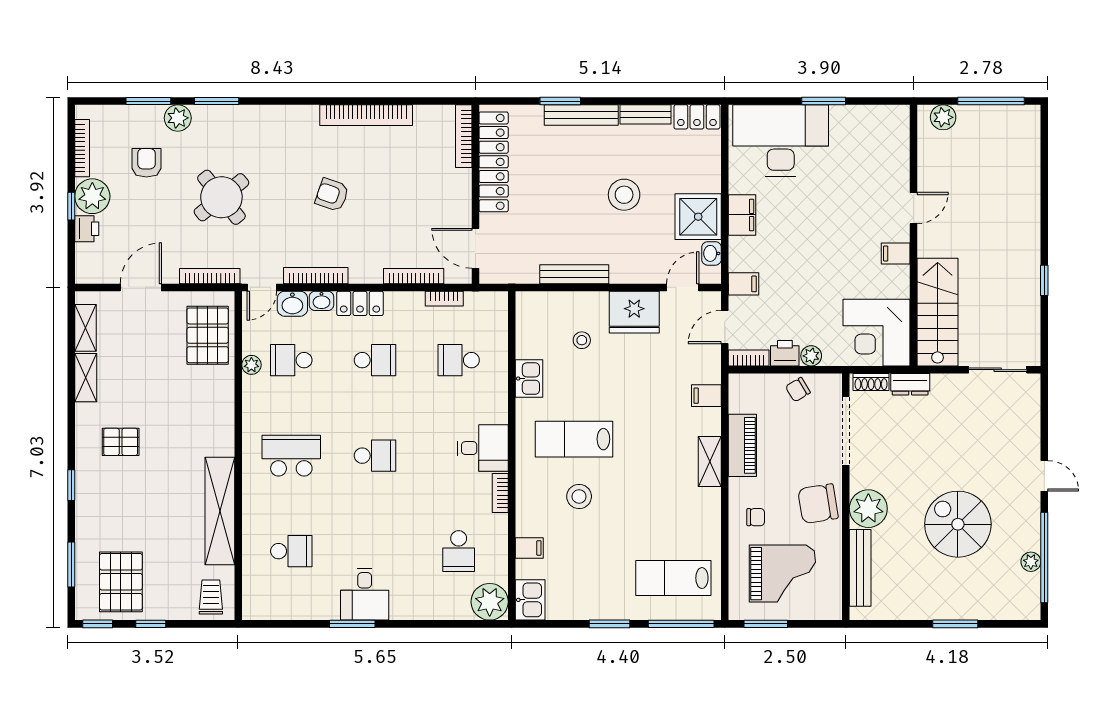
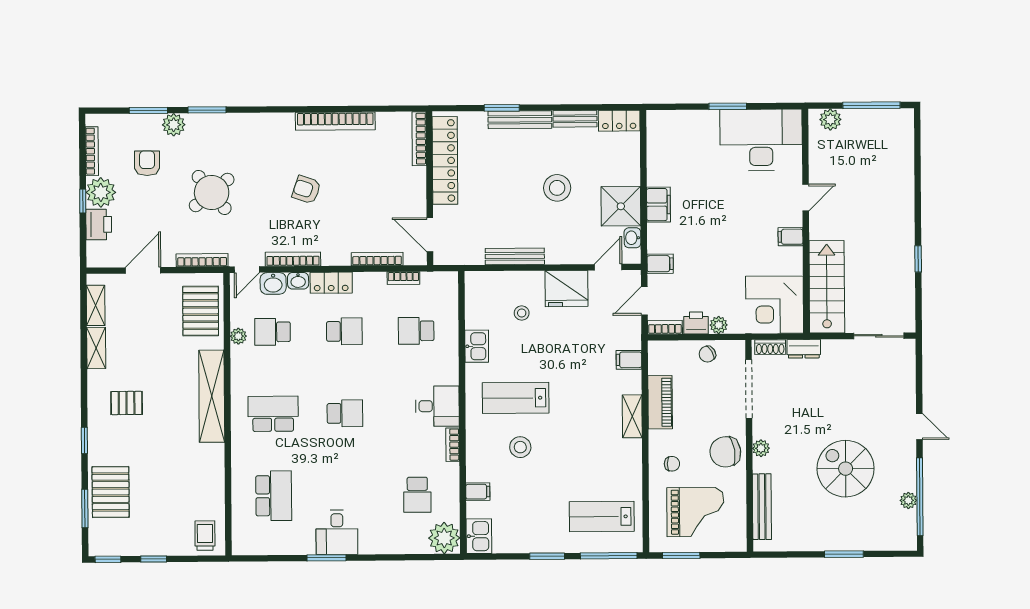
desk: (781, 140) -> (761, 140), moved
printer: (87, 229) -> (99, 224), width x1.36, depth x1.24
plant: (868, 509) -> (761, 448), width x0.53, depth x0.53
shelving: (220, 511) -> (212, 396), moved
school desk: (291, 551) -> (274, 496), width x1.85
pallet: (121, 582) -> (111, 492), moved

